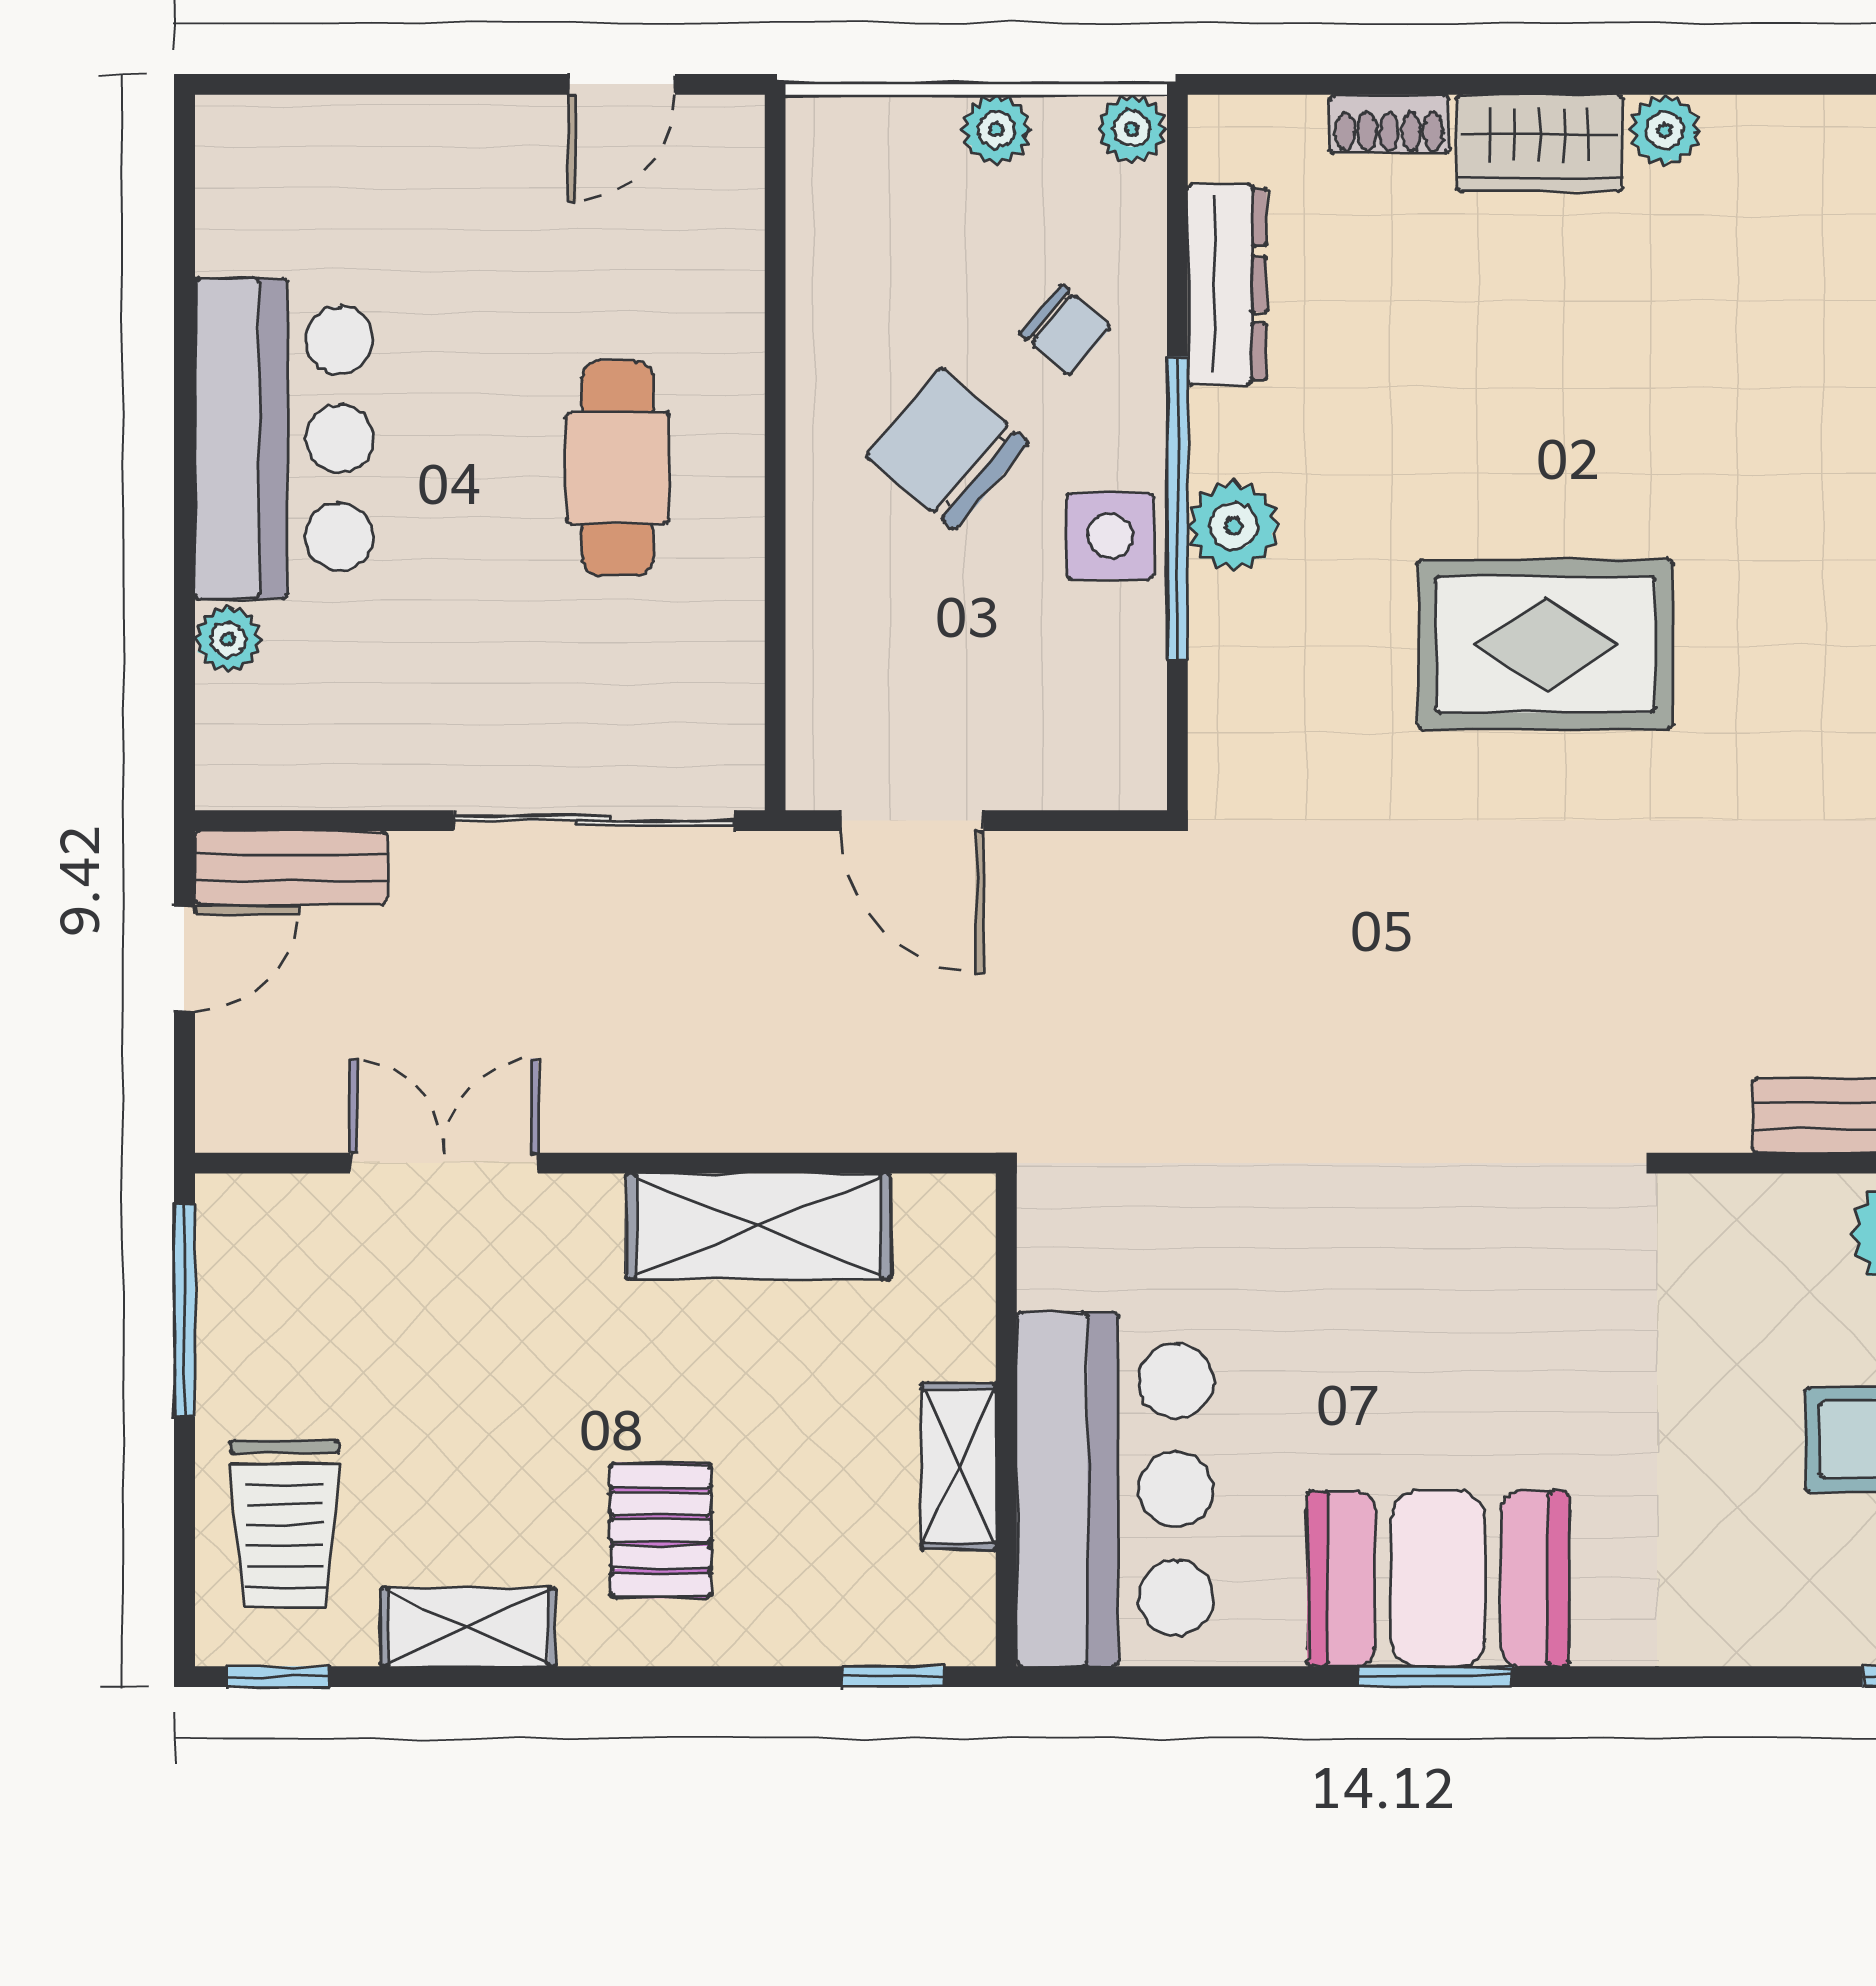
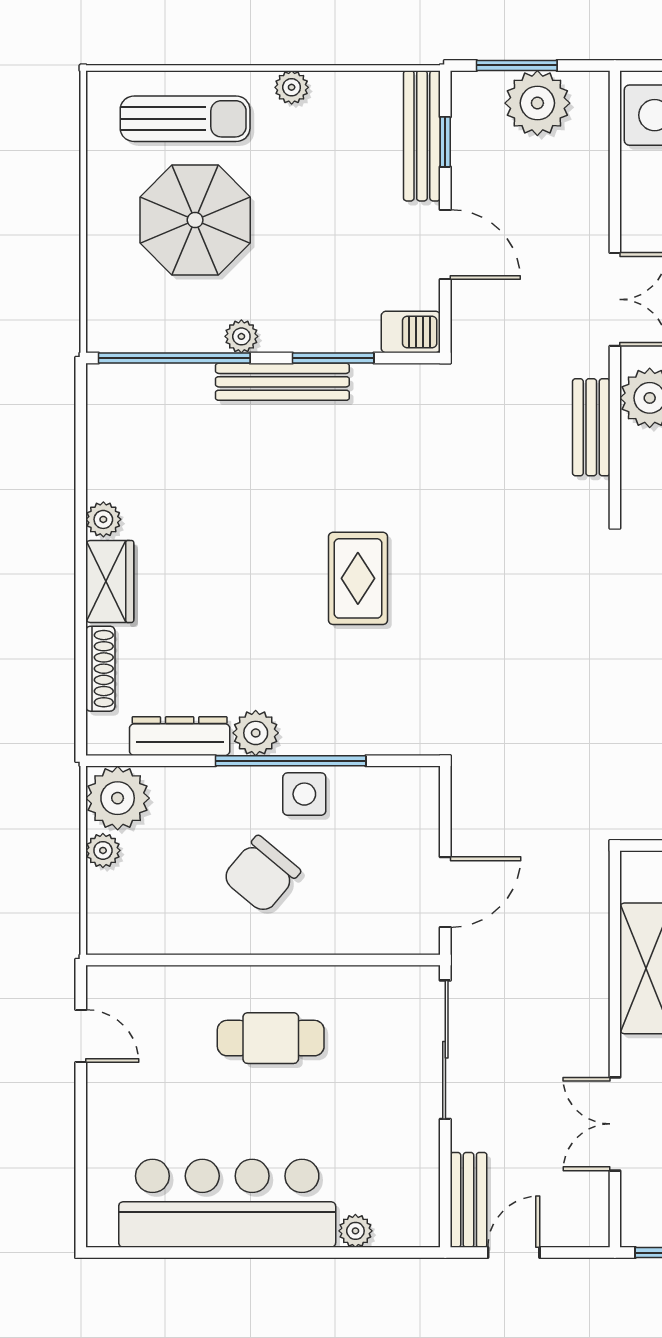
shoe rack: (1389, 124) -> (100, 669), width x1.43
plant: (1132, 129) -> (118, 798), width x1.88, depth x1.88
chair: (1065, 330) -> (202, 816), removed
bar counter: (284, 439) -> (227, 1203), width x1.36
plant: (1234, 526) -> (256, 733), moved
rug: (1546, 644) -> (358, 578), width x0.73, depth x0.70
door: (184, 959) -> (514, 1253), hinge flipped

